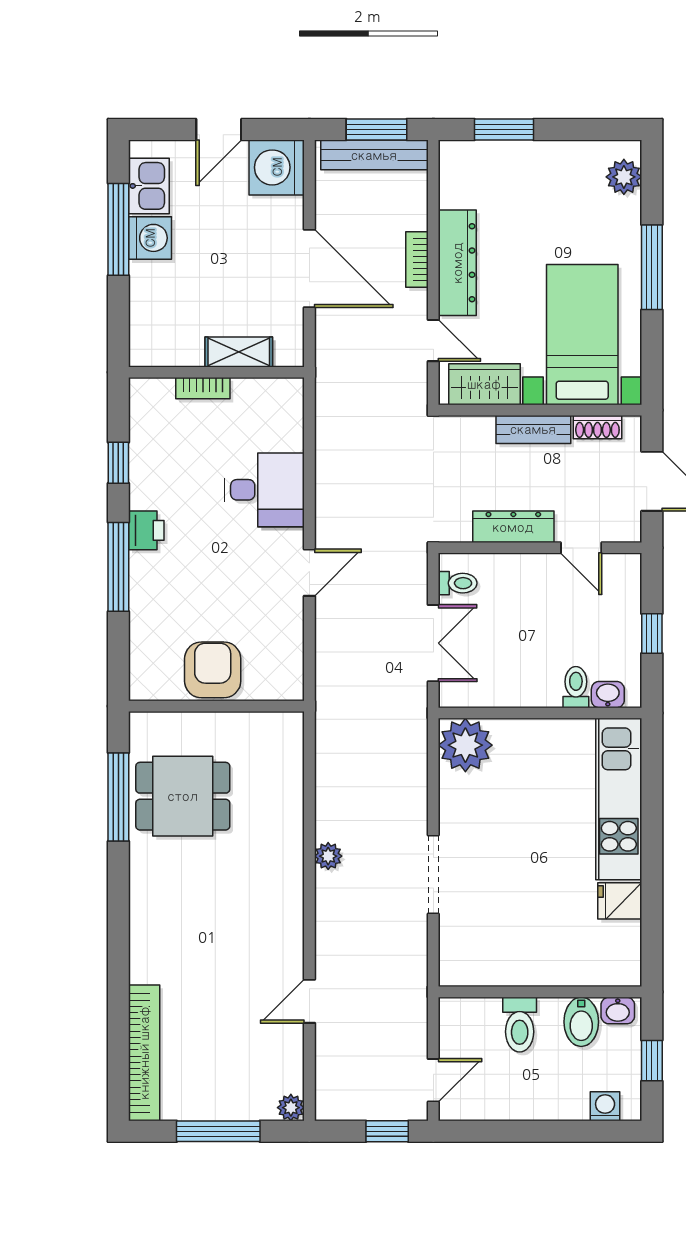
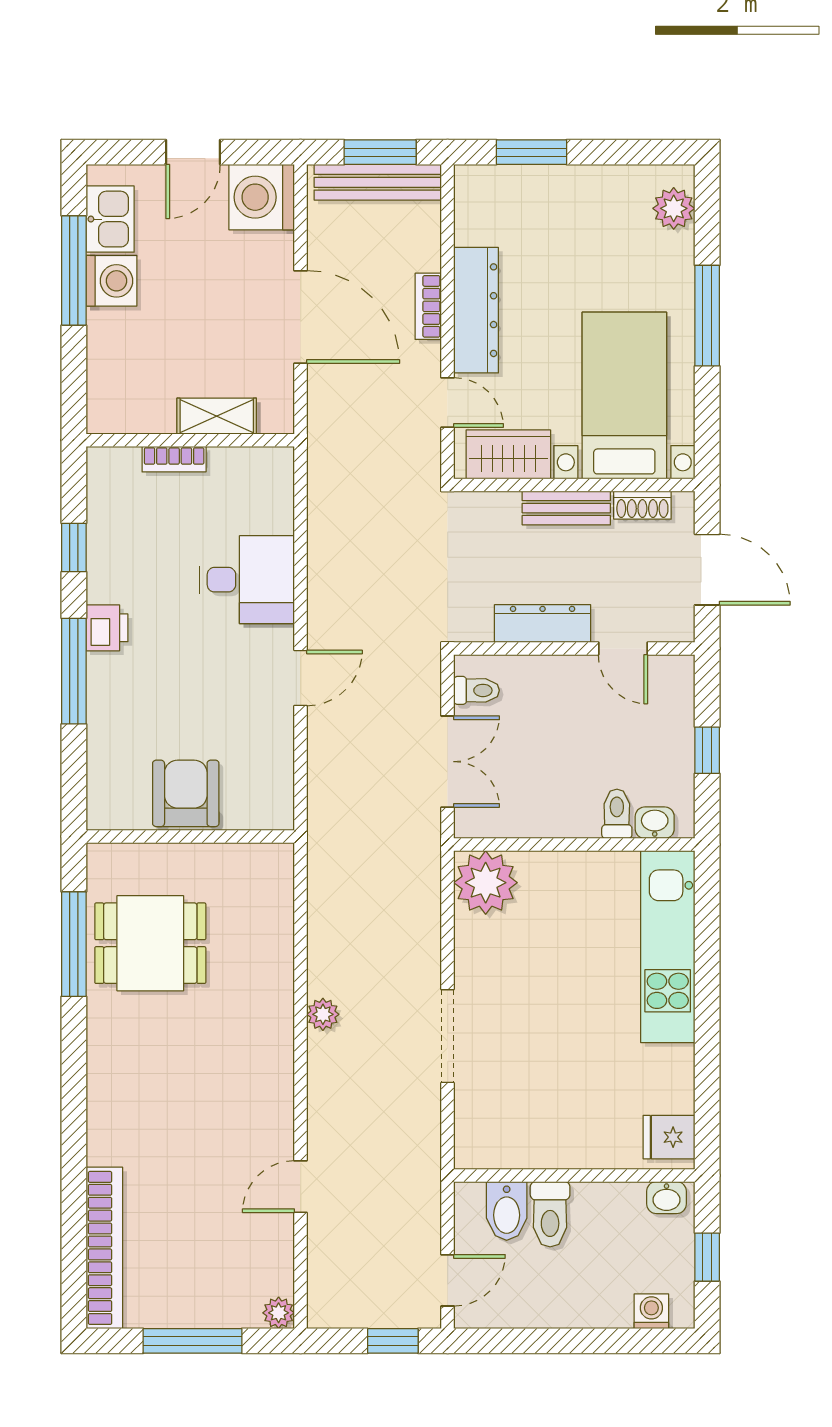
fridge: (620, 901) -> (669, 1137), moved
bidet: (581, 1022) -> (507, 1211), moved

